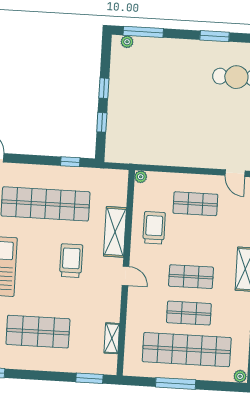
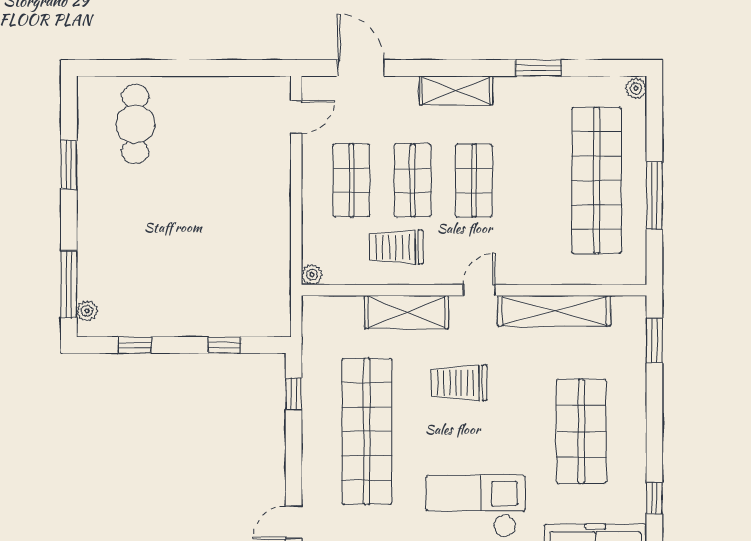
window: (104, 88) -> (135, 345), moved
shop shelf: (189, 313) -> (413, 180), moved
shelving: (112, 338) -> (554, 311), width x2.20, depth x1.33

